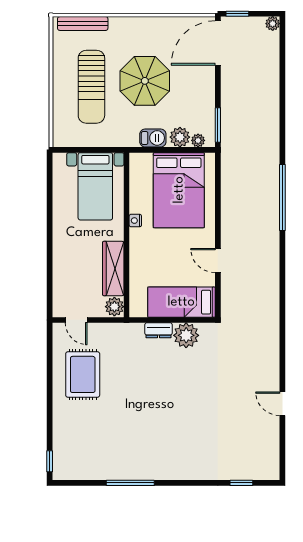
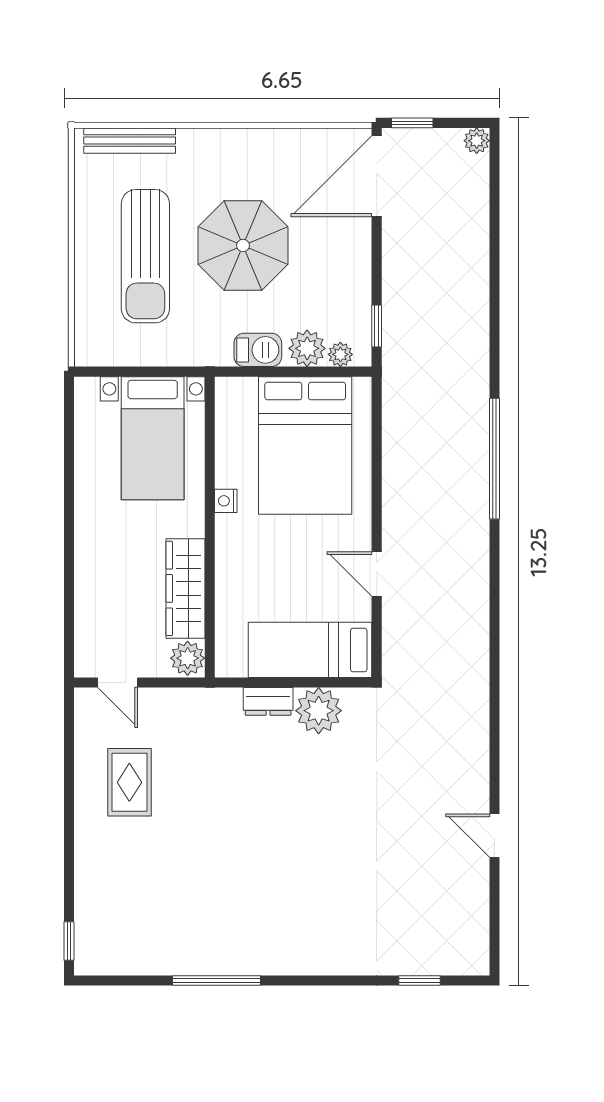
window: (218, 125) -> (377, 326), width x0.67
rug: (83, 374) -> (129, 782), width x0.73, depth x0.70

